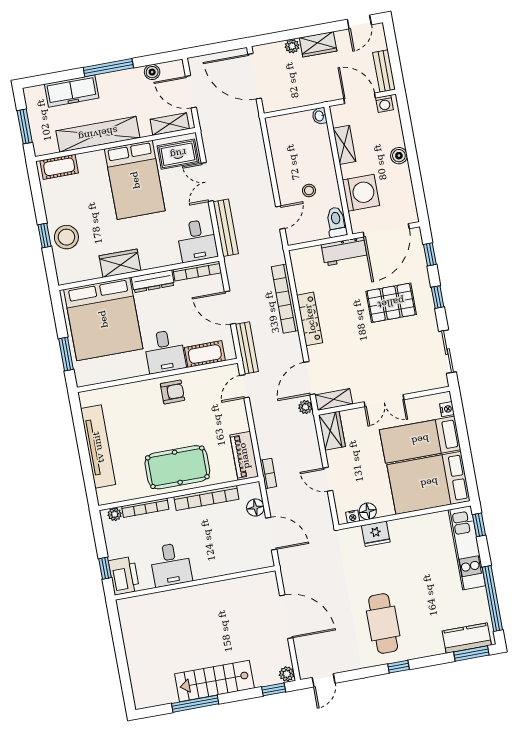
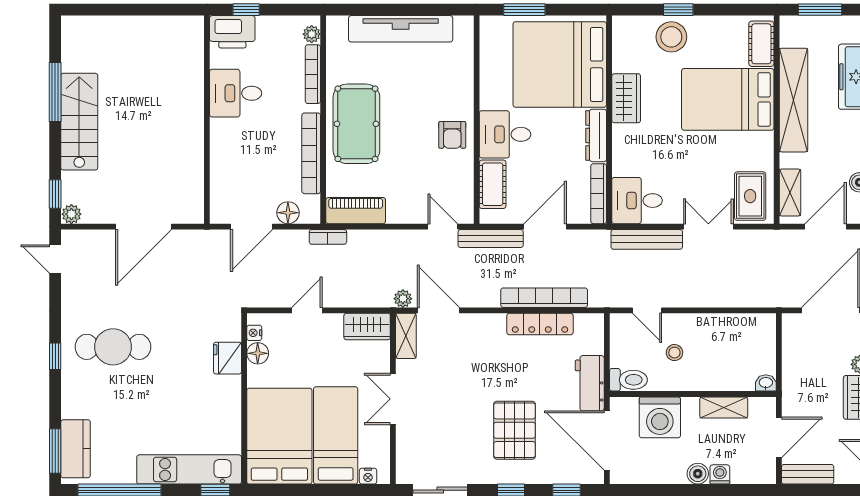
washing machine: (385, 104) -> (720, 474), moved, turned 90
bed: (135, 180) -> (728, 99), moved
locker: (310, 319) -> (540, 324), moved

